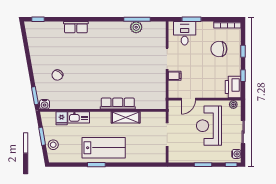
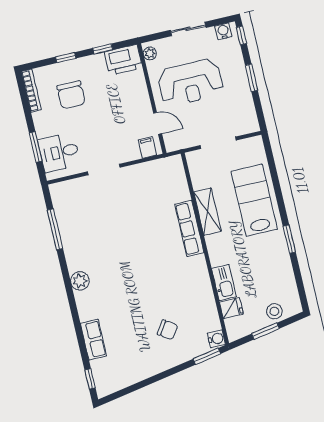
row of seats: (76, 27) -> (93, 340), moved
plant: (136, 27) -> (80, 281), moved
filing cabinet: (175, 76) -> (147, 147), moved
lab bench: (104, 148) -> (254, 200), moved

